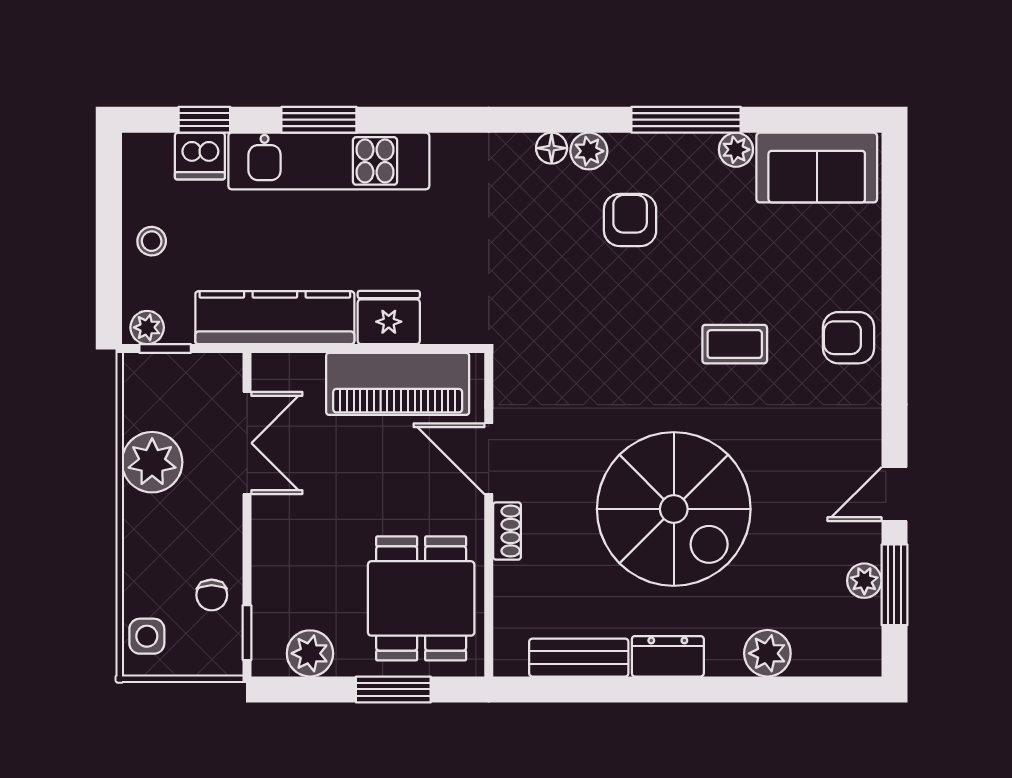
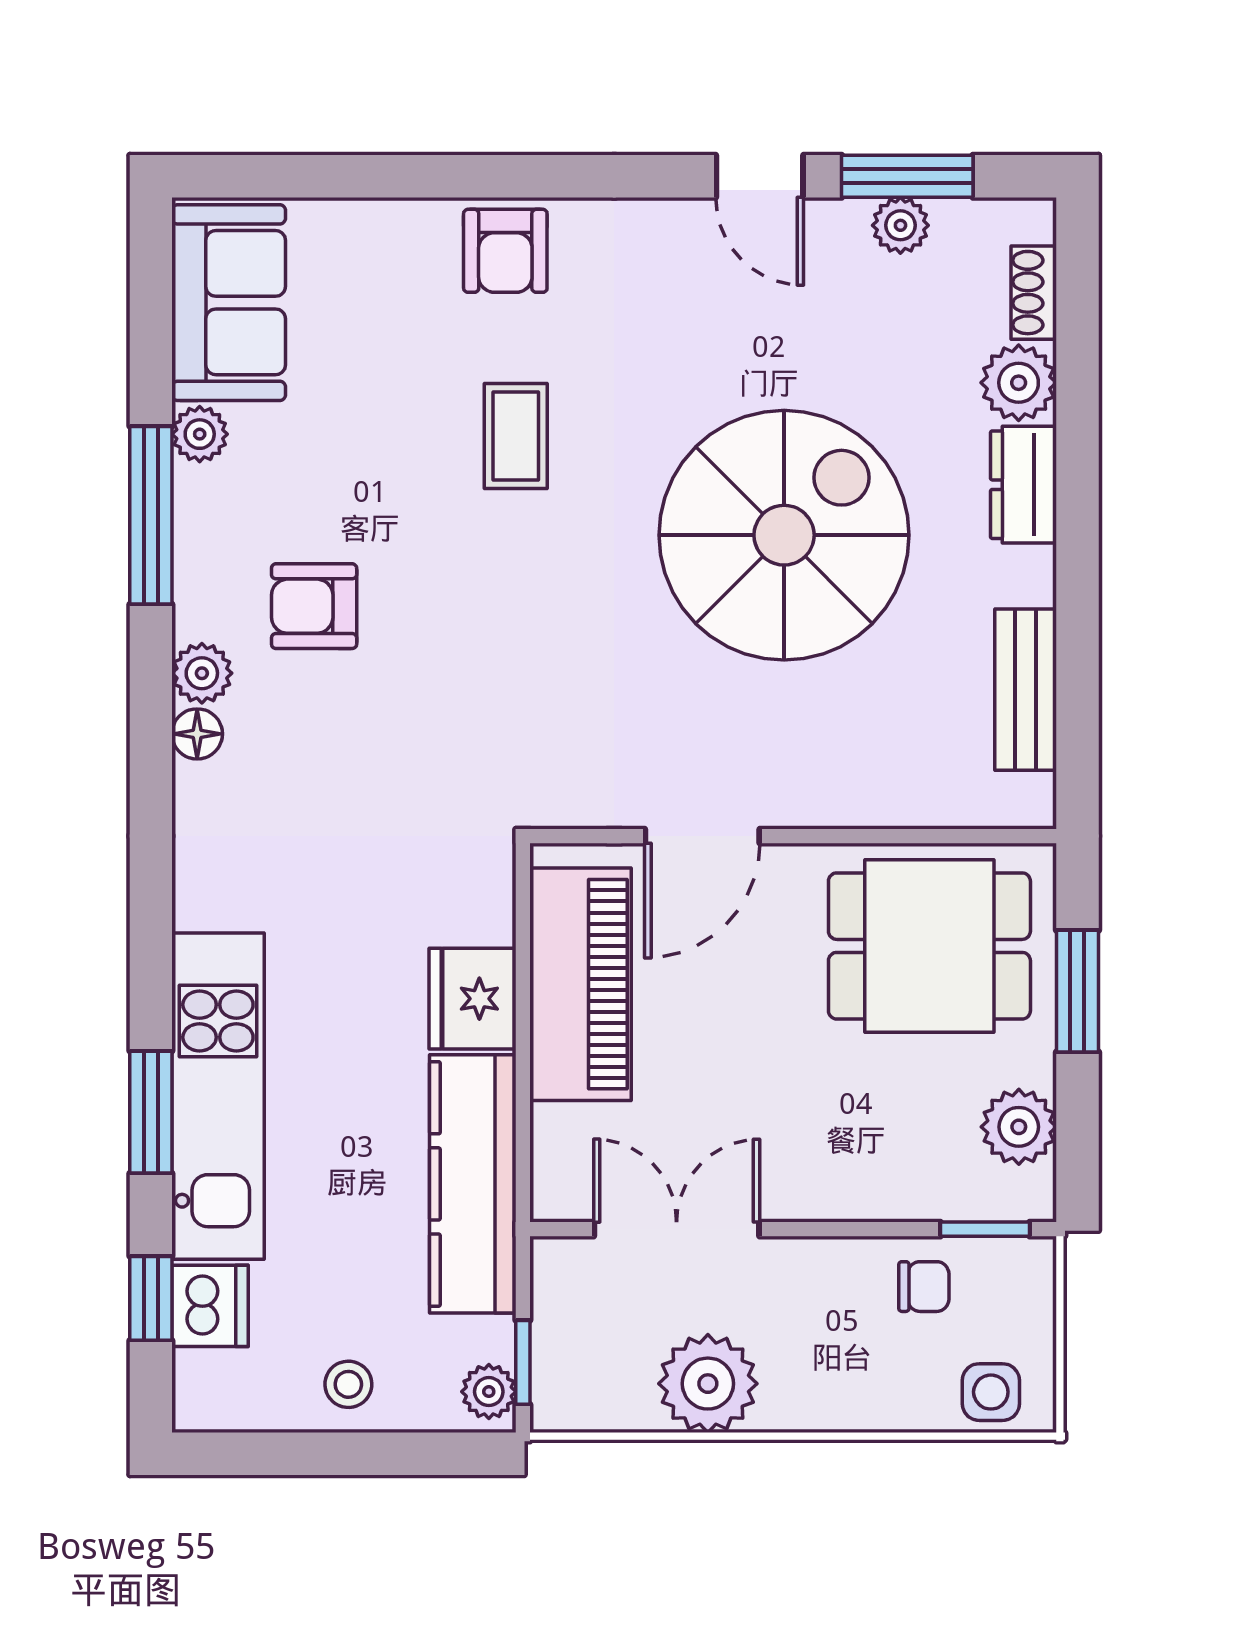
shoe rack: (507, 531) -> (1034, 293), moved, turned -90
dresser: (668, 656) -> (1023, 485), moved

